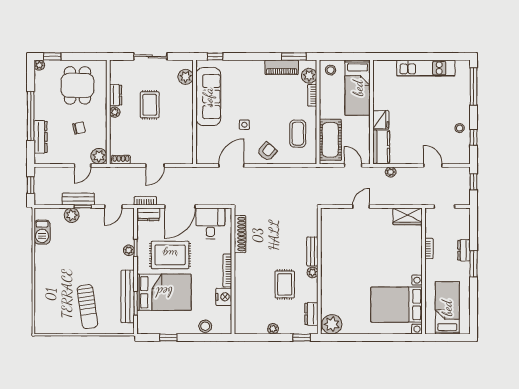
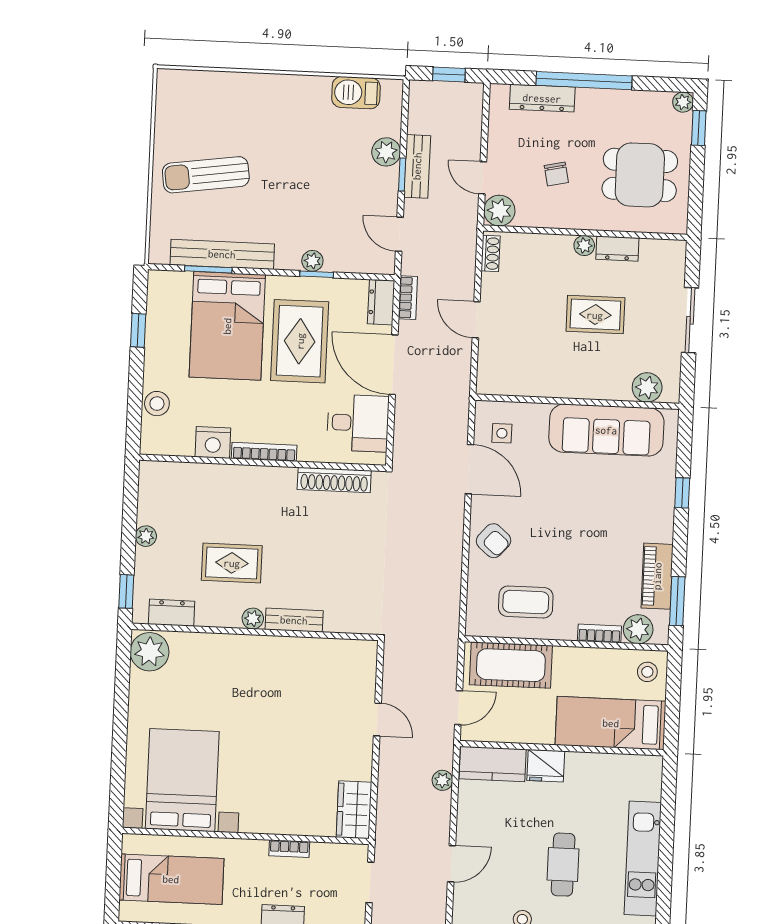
window: (215, 56) -> (682, 493), moved
cafe table: (431, 109) -> (563, 865), added
side table: (244, 125) -> (502, 433), moved

